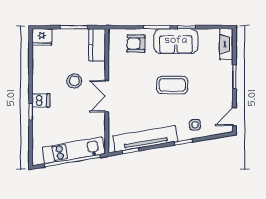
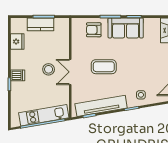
fridge: (42, 37) -> (17, 42), moved, turned -90
kitchen counter: (97, 45) -> (40, 24), moved, turned -90
stool: (74, 81) -> (49, 69), moved
coffee table: (172, 85) -> (104, 67), moved

